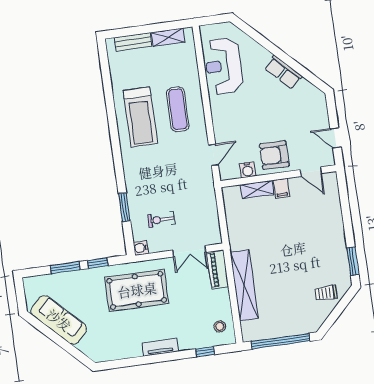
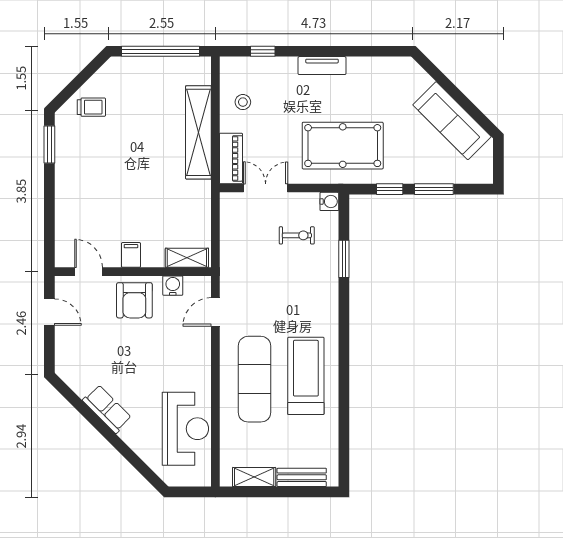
exercise mat: (178, 109) -> (254, 379), width x1.36, depth x1.45
armchair: (274, 155) -> (134, 300), turned 90
shelving: (257, 189) -> (187, 258), moved
stool: (220, 326) -> (243, 102), moved

